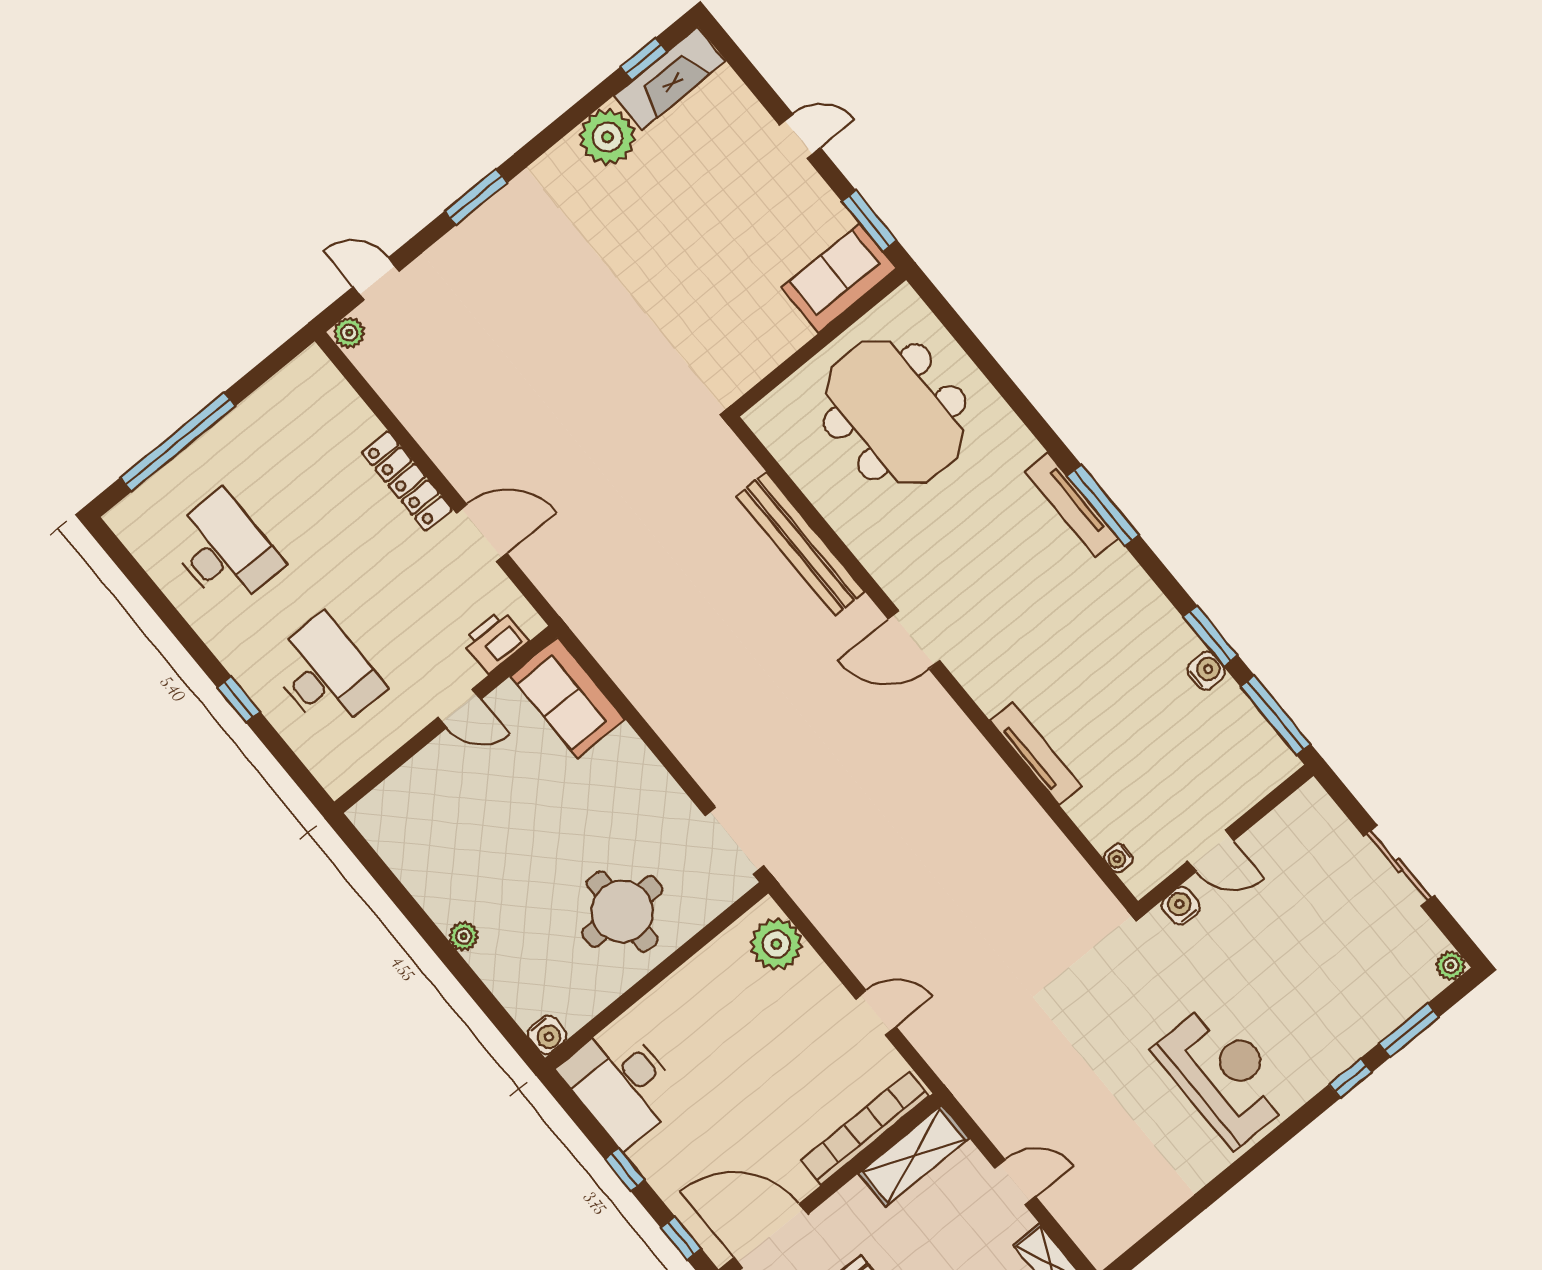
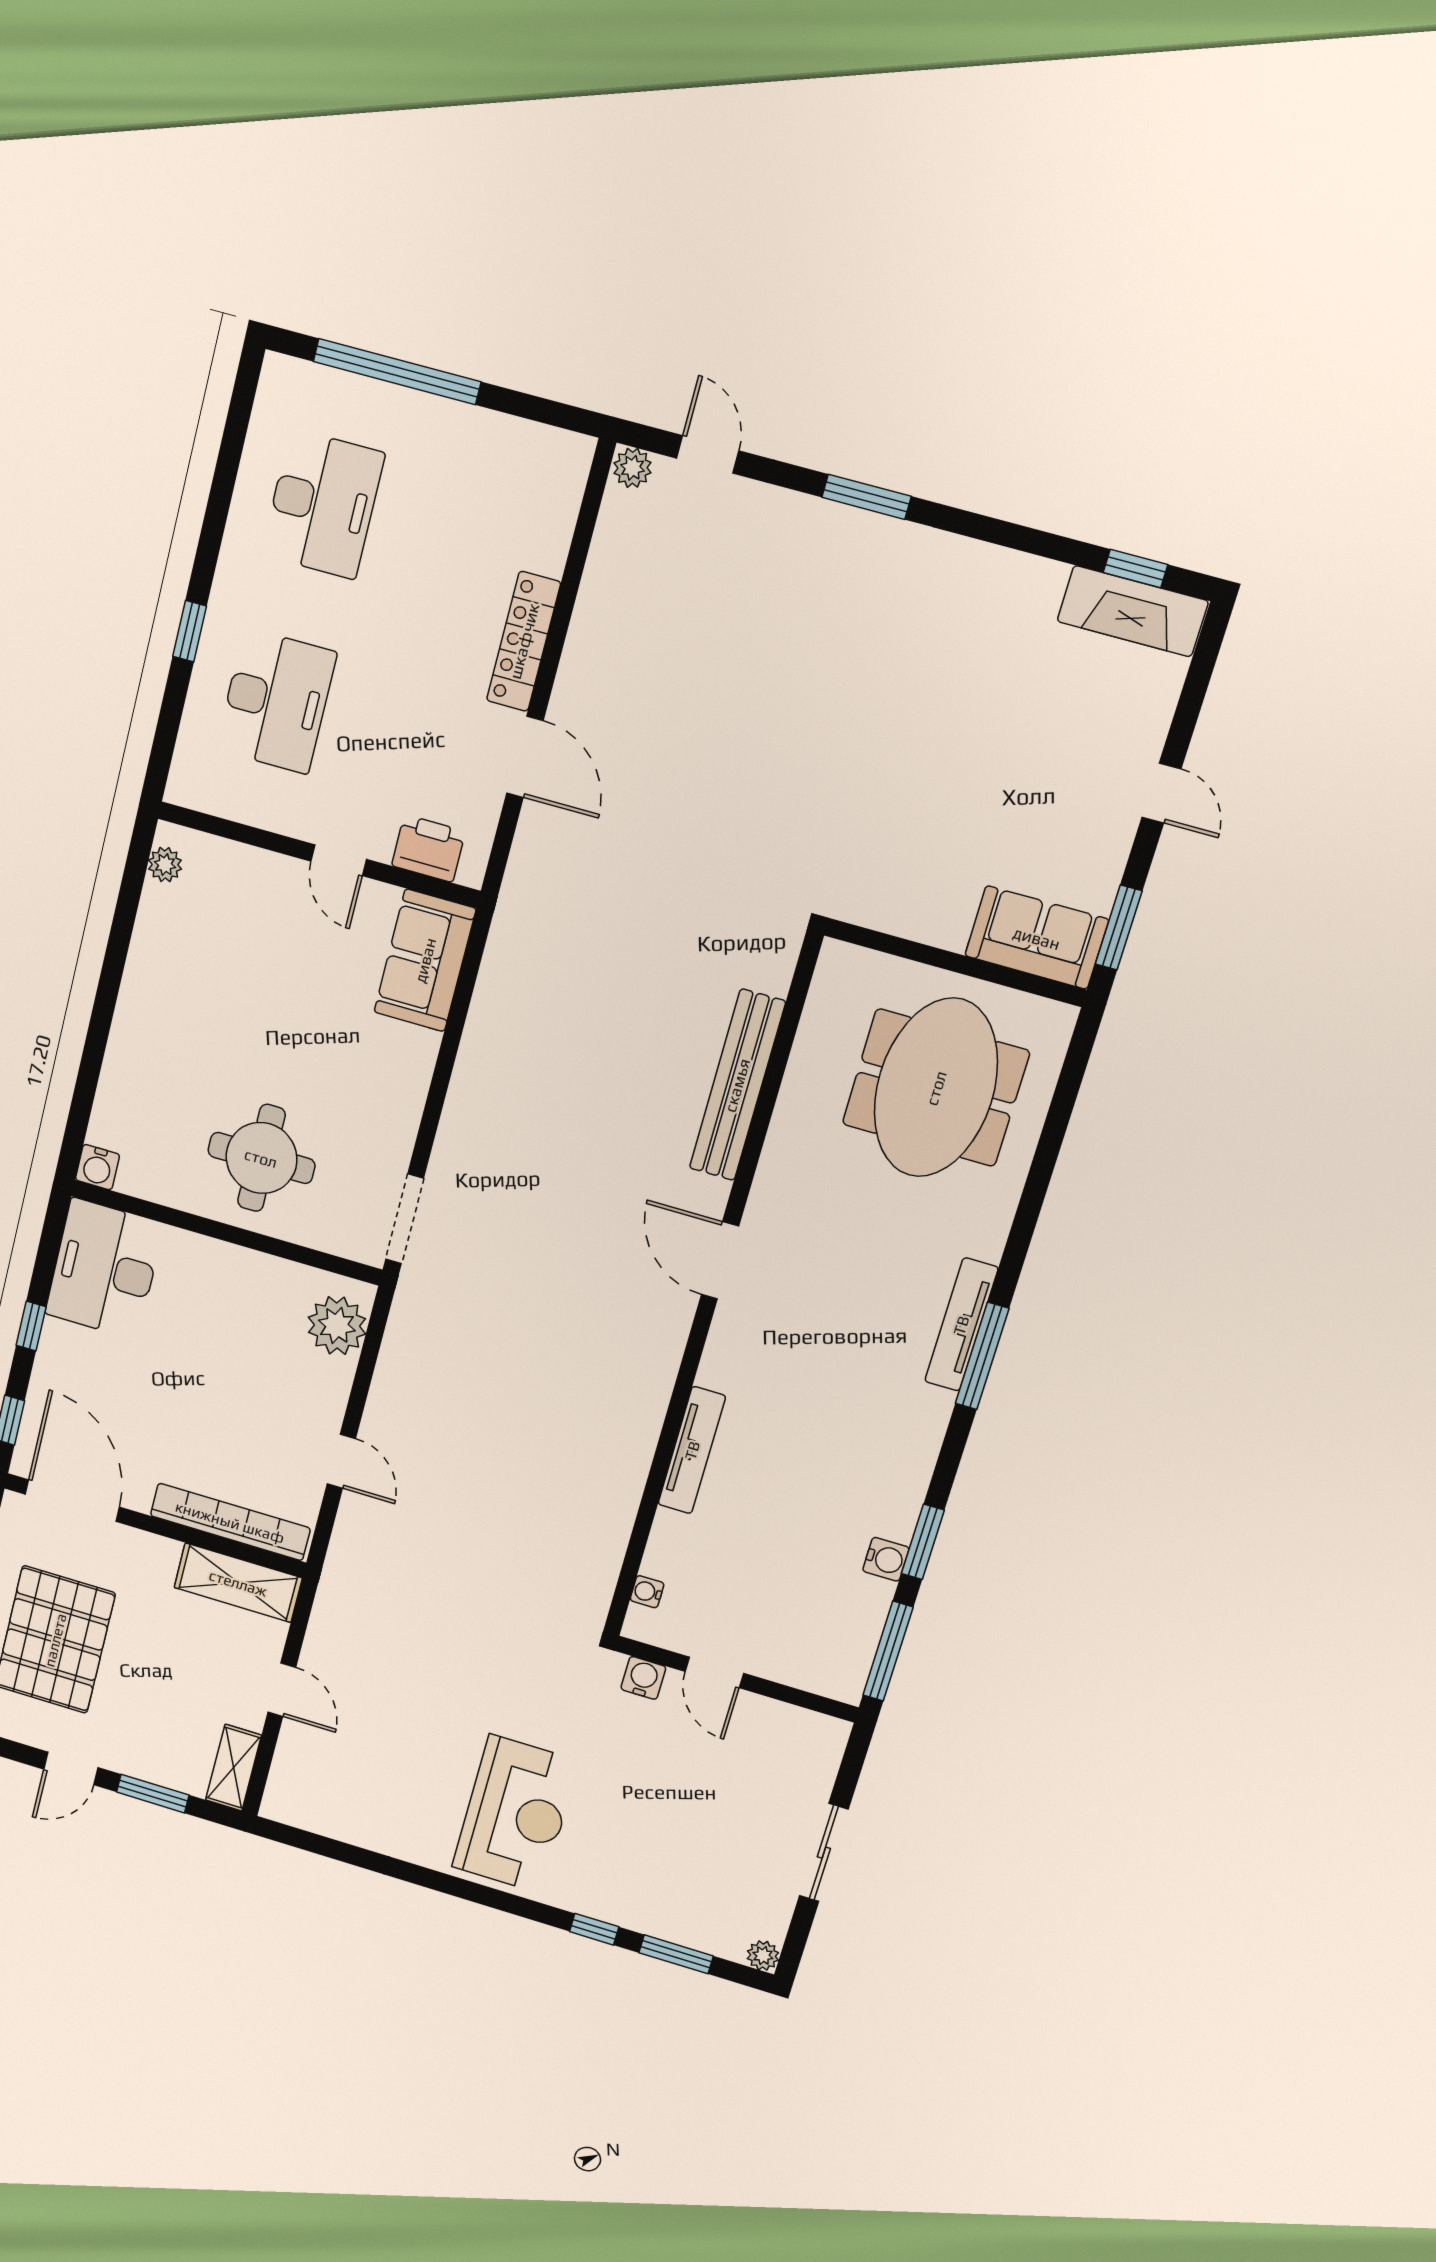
plant: (608, 137) -> (1025, 590), removed
plant: (464, 936) -> (165, 865), moved

